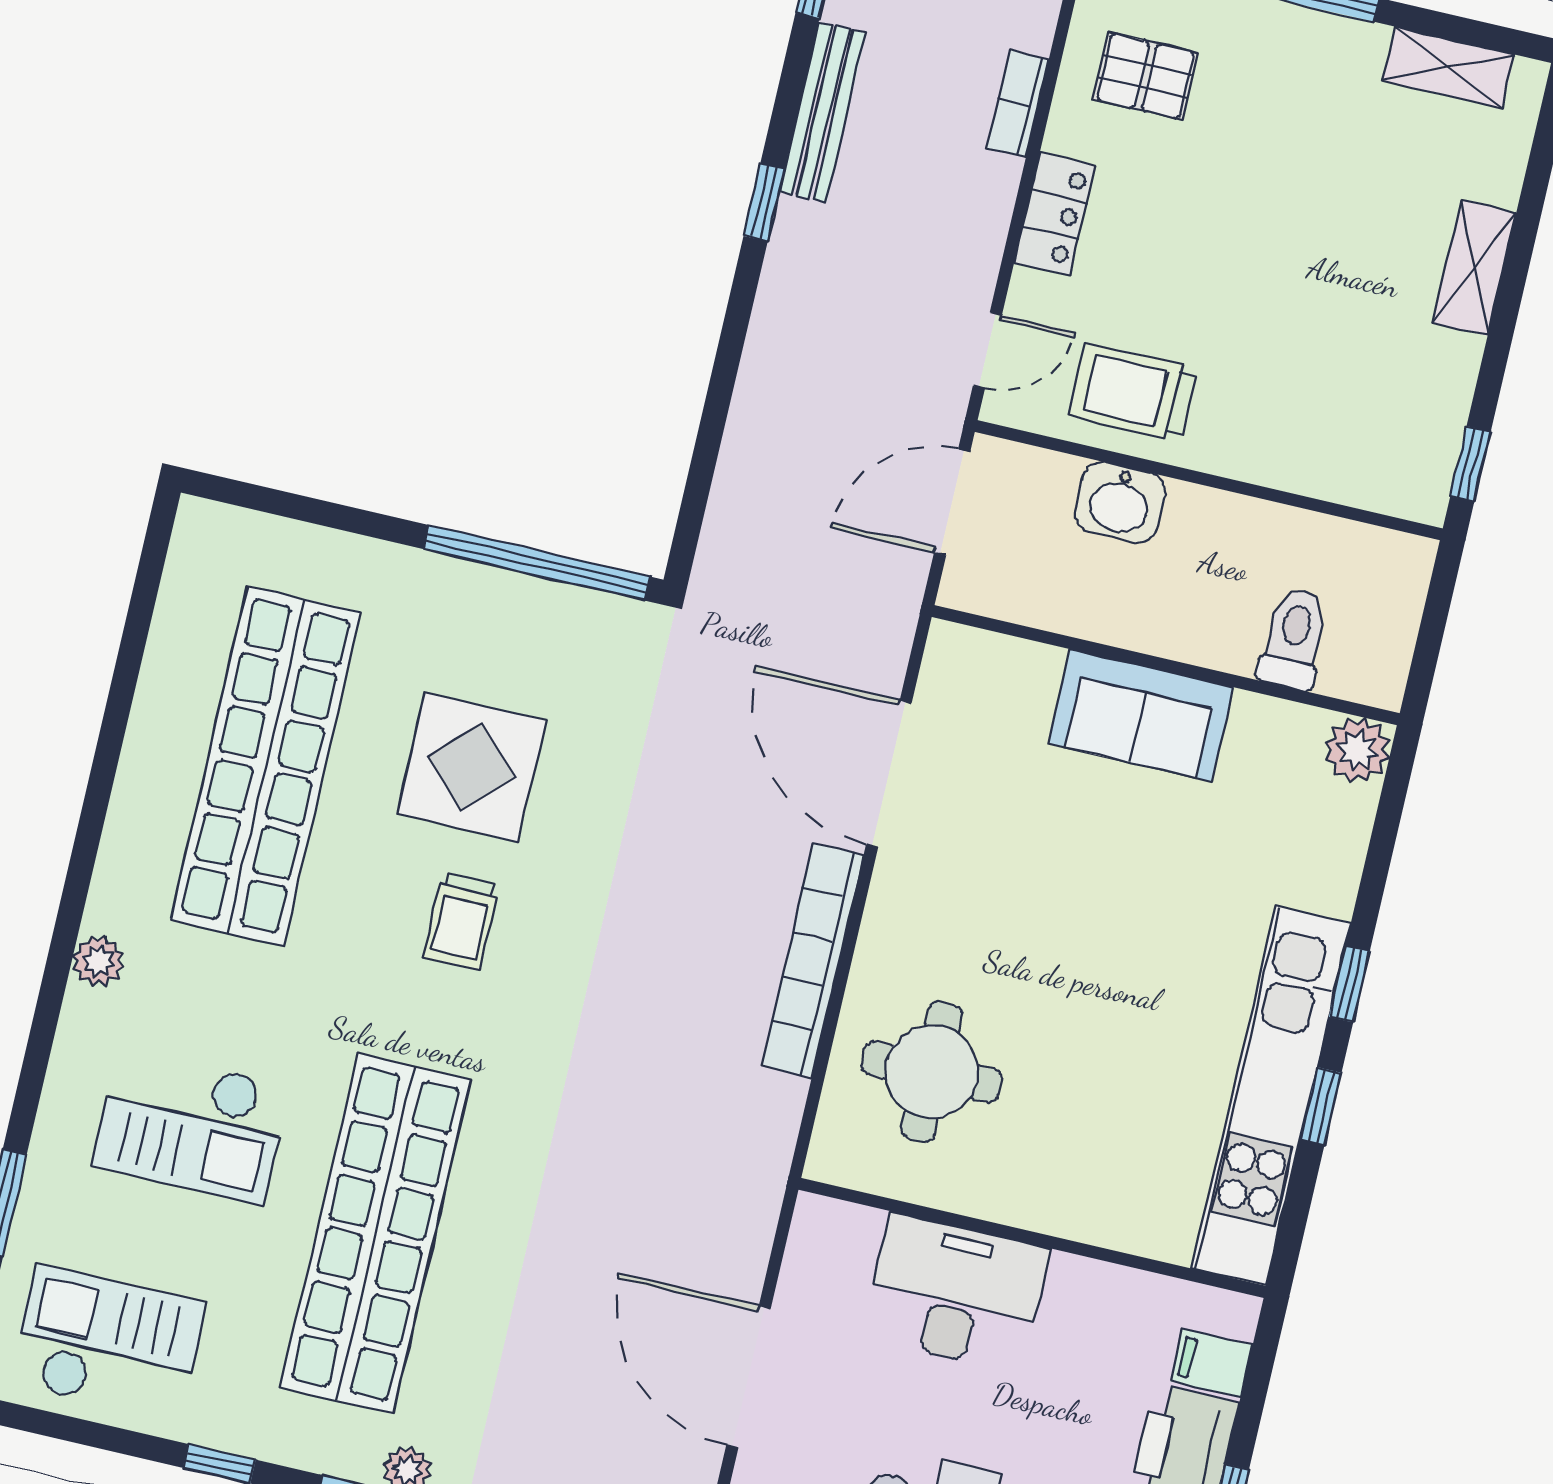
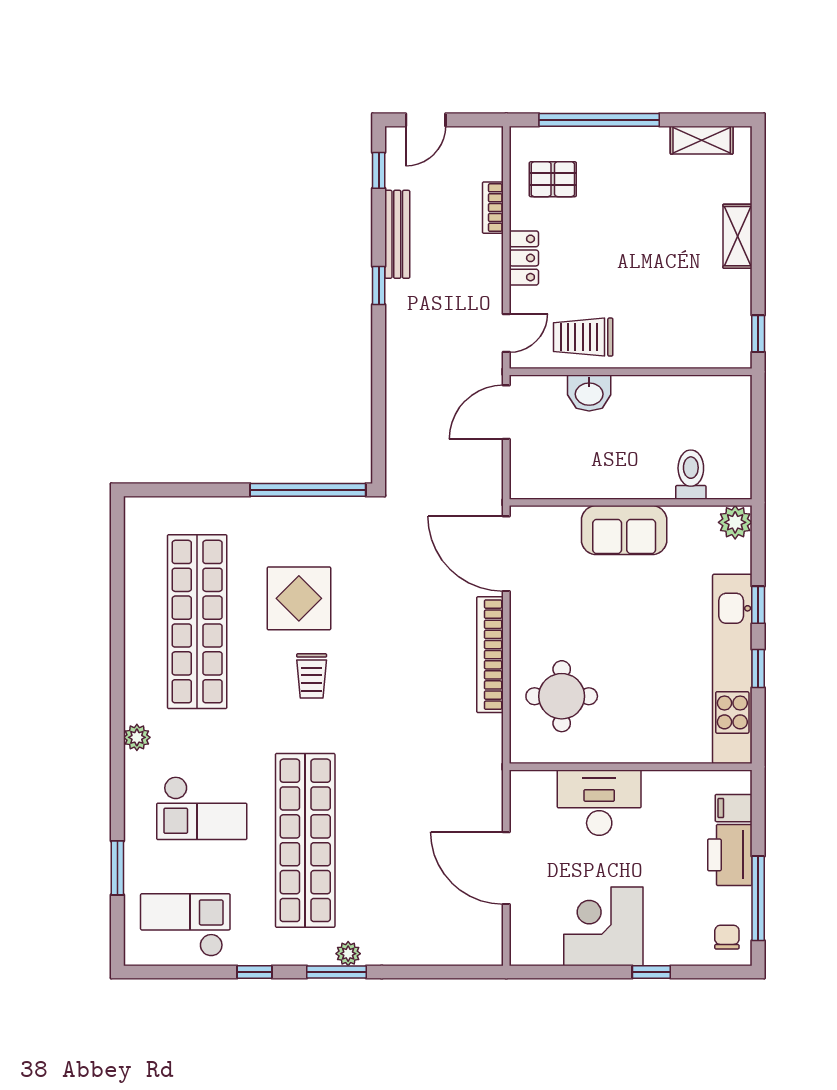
toilet: (1294, 639) -> (691, 475), moved
wall: (1166, 665) -> (631, 502), moved
sofa: (1141, 715) -> (624, 530), moved
plant: (1357, 750) -> (735, 522), moved

